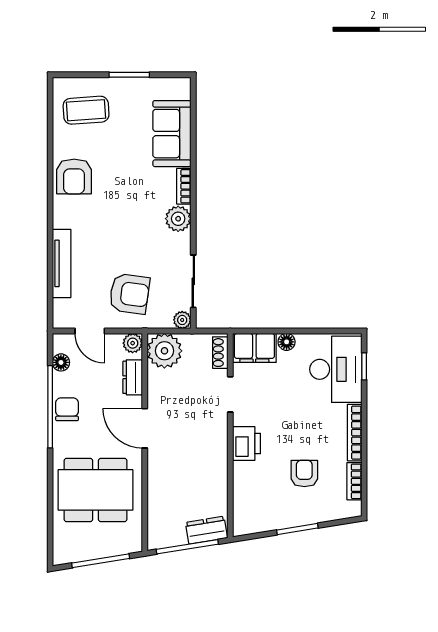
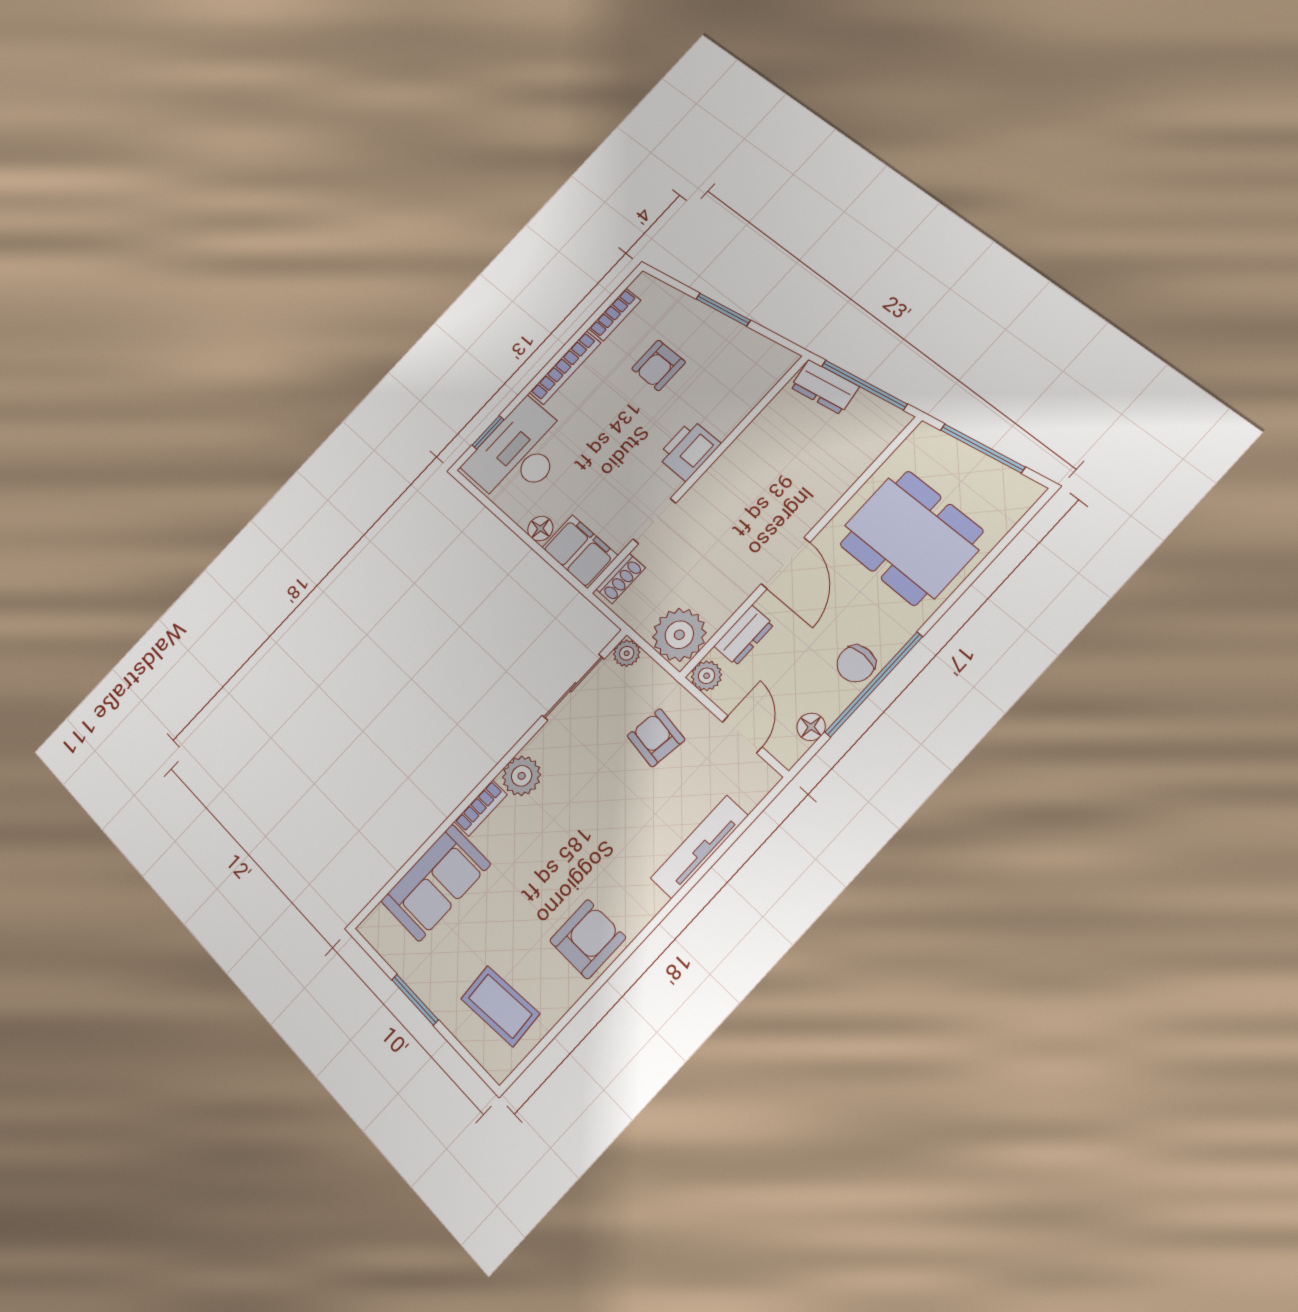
armchair: (129, 294) -> (656, 738), width x0.72, depth x0.72

